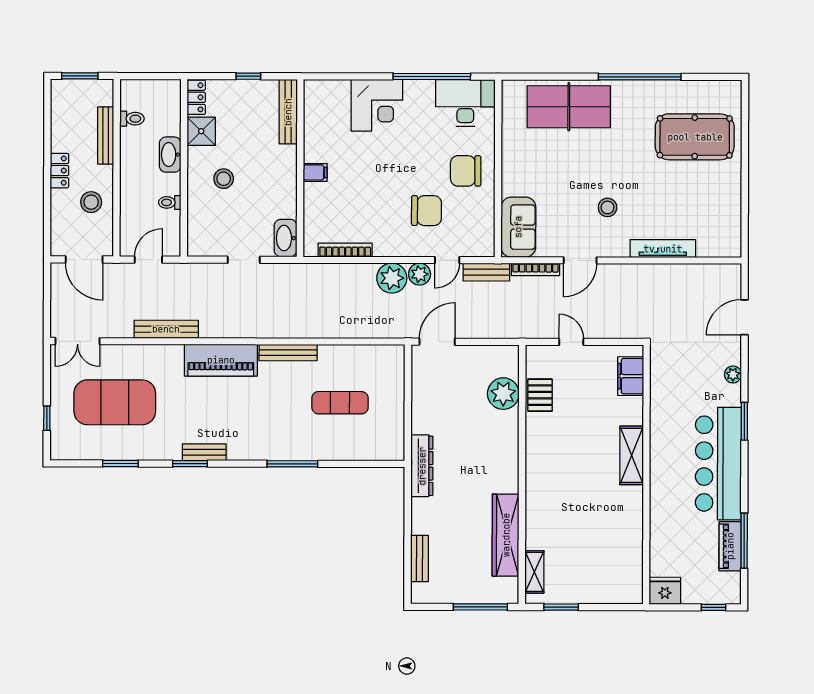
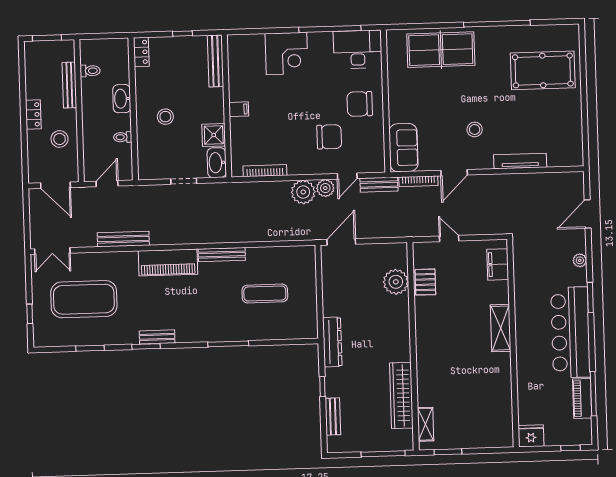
shower: (201, 131) -> (214, 135), moved
window: (408, 521) -> (322, 387), added

